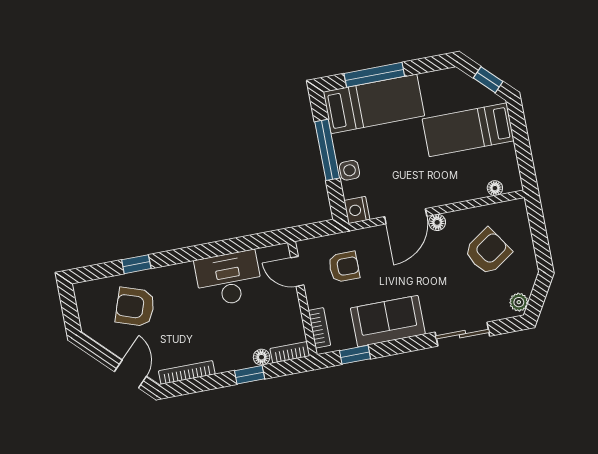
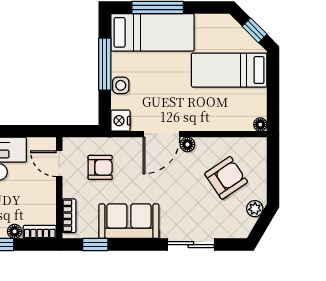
floor lamp: (495, 188) -> (260, 125), moved
plant: (519, 302) -> (255, 209), moved

